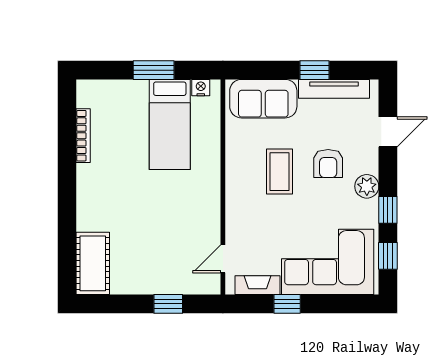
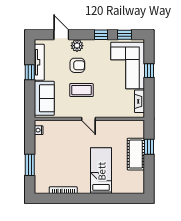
window: (154, 70) -> (30, 165), moved
bed: (170, 124) -> (101, 171), moved, turned -90
plant: (367, 186) -> (77, 46), moved
door: (223, 259) -> (88, 119), moved
cot: (93, 263) -> (136, 154), moved, turned 90
window: (287, 304) -> (149, 71), moved

